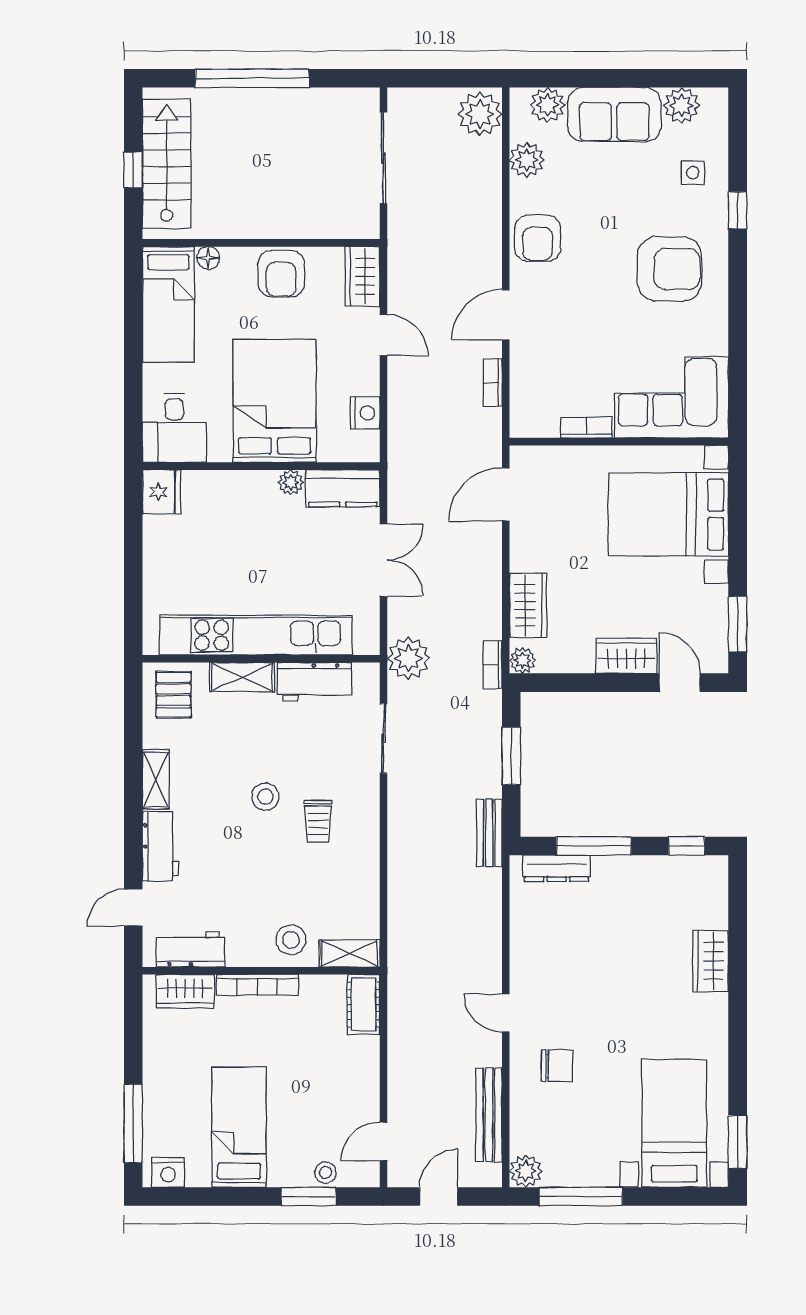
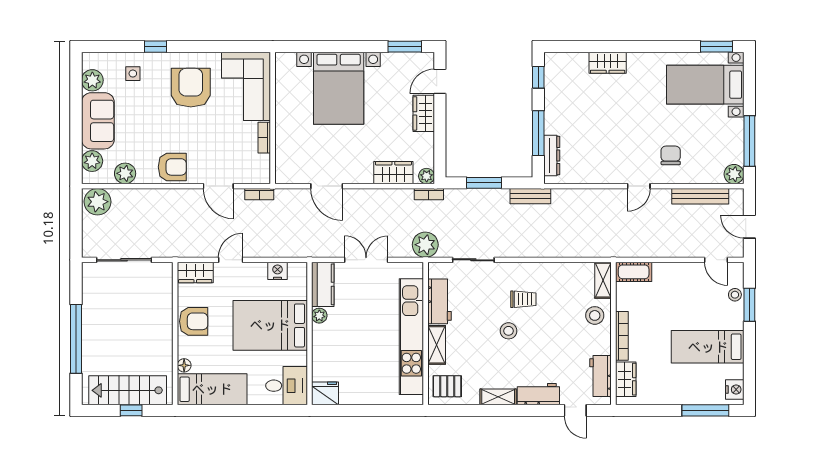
corner sofa: (671, 397) -> (246, 86), moved
bookcase: (586, 428) -> (264, 138), moved
wall: (619, 442) -> (273, 118), moved

